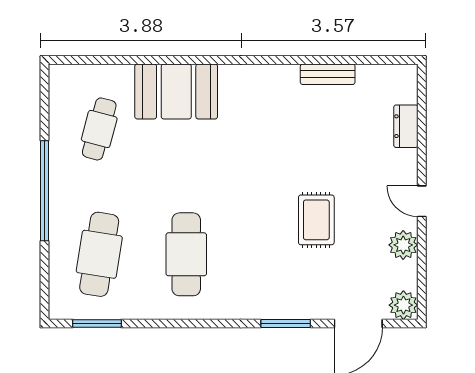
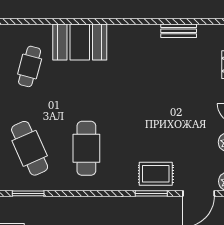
rug: (316, 220) -> (156, 174), moved, turned 90
cafe table: (99, 254) -> (30, 148), turned -33

